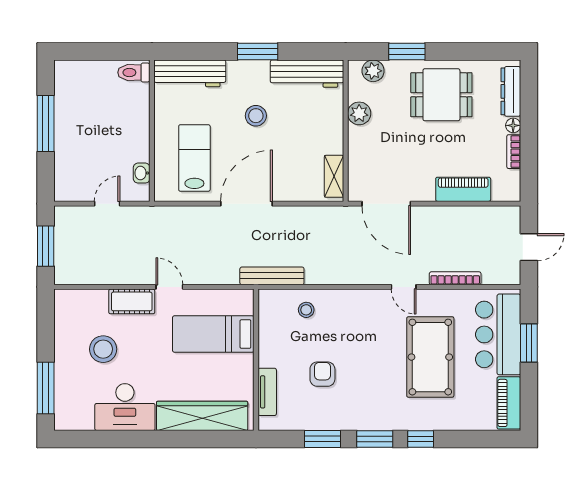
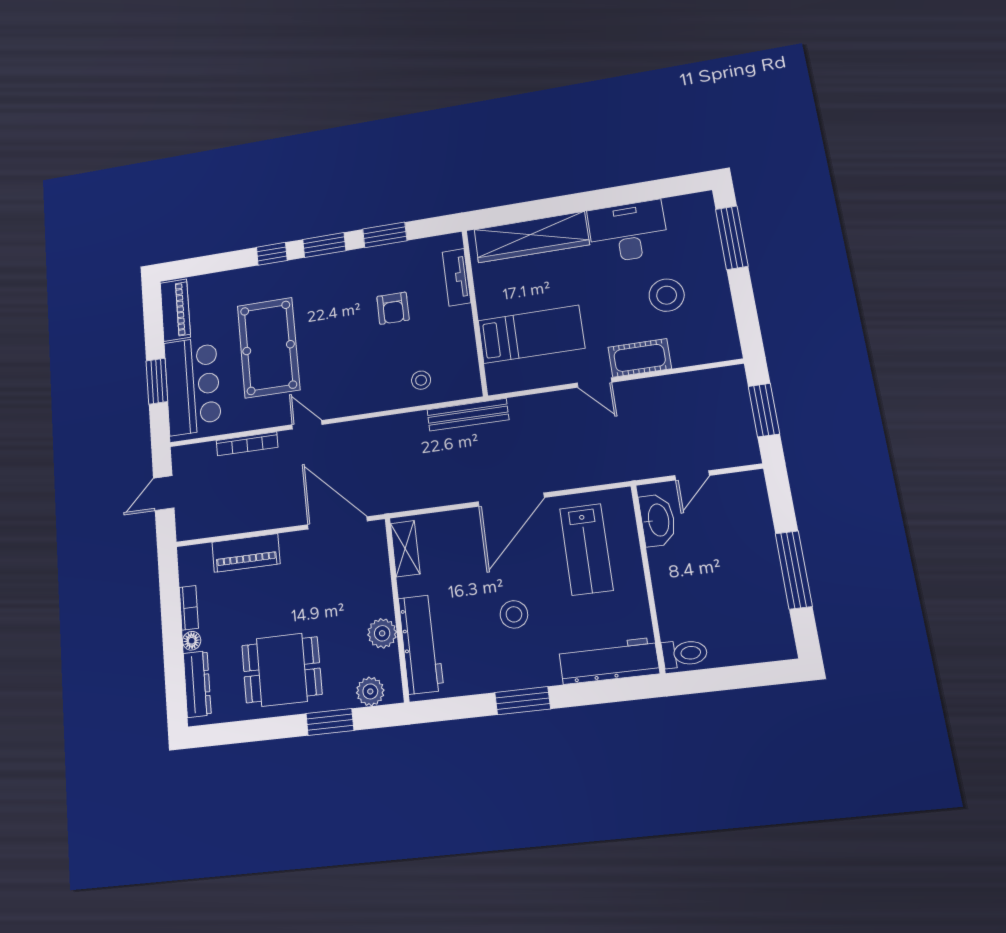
workbench: (307, 74) -> (421, 644), moved, turned 90
washbasin: (142, 173) -> (658, 520), width x1.91, depth x1.45

